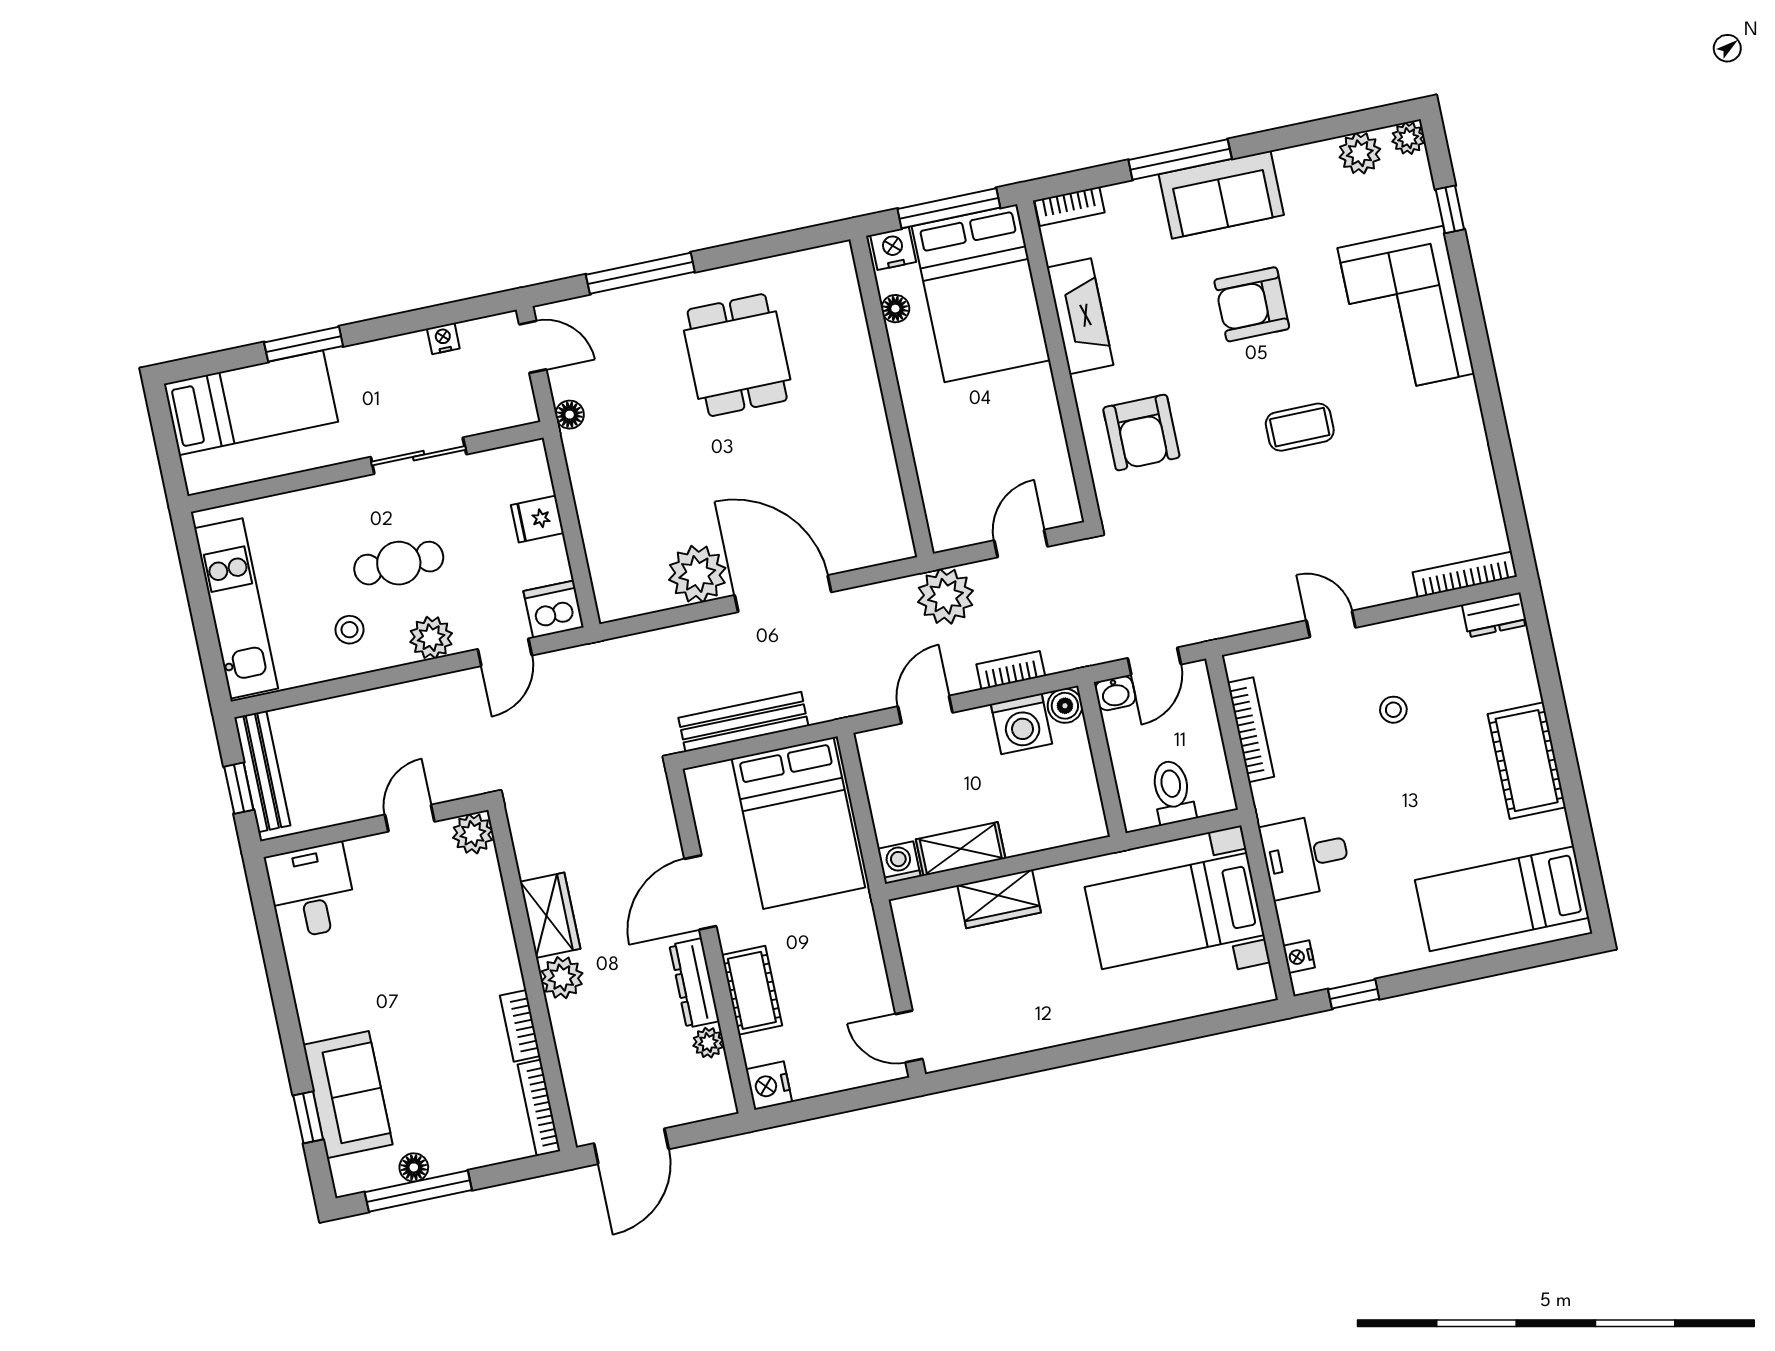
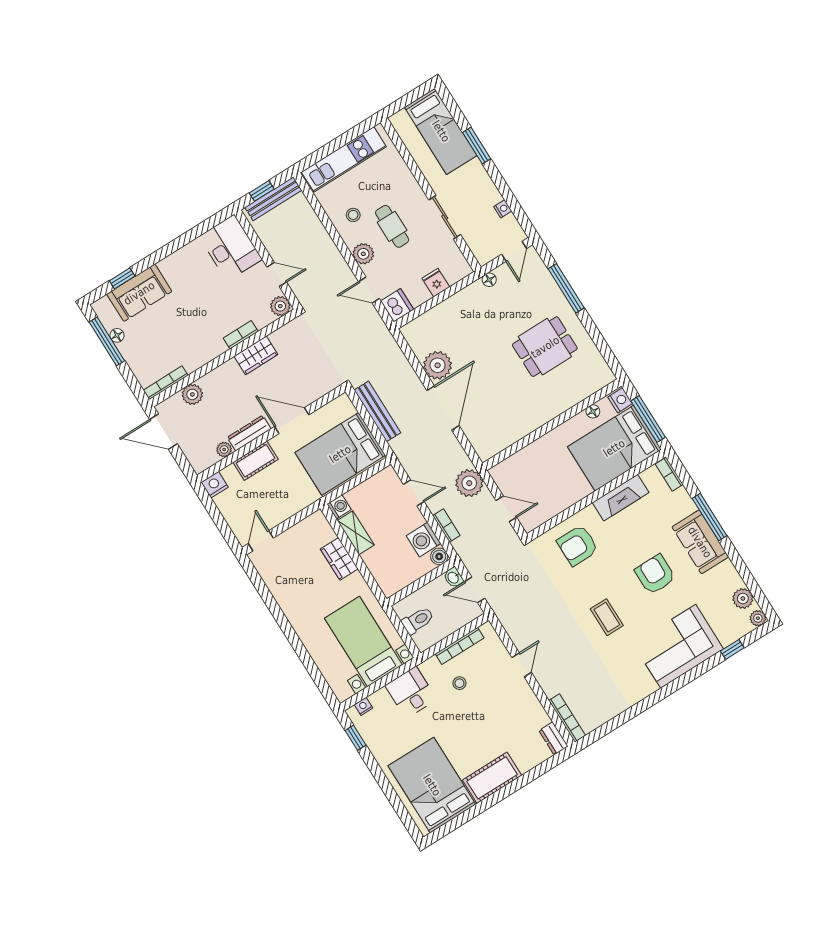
stool: (1393, 710) -> (459, 683), moved
desk: (312, 891) -> (231, 248), width x1.37
bed: (1502, 899) -> (432, 785), width x1.50
plant: (562, 978) -> (192, 394), moved
bookcase: (520, 1026) -> (241, 335), moved

